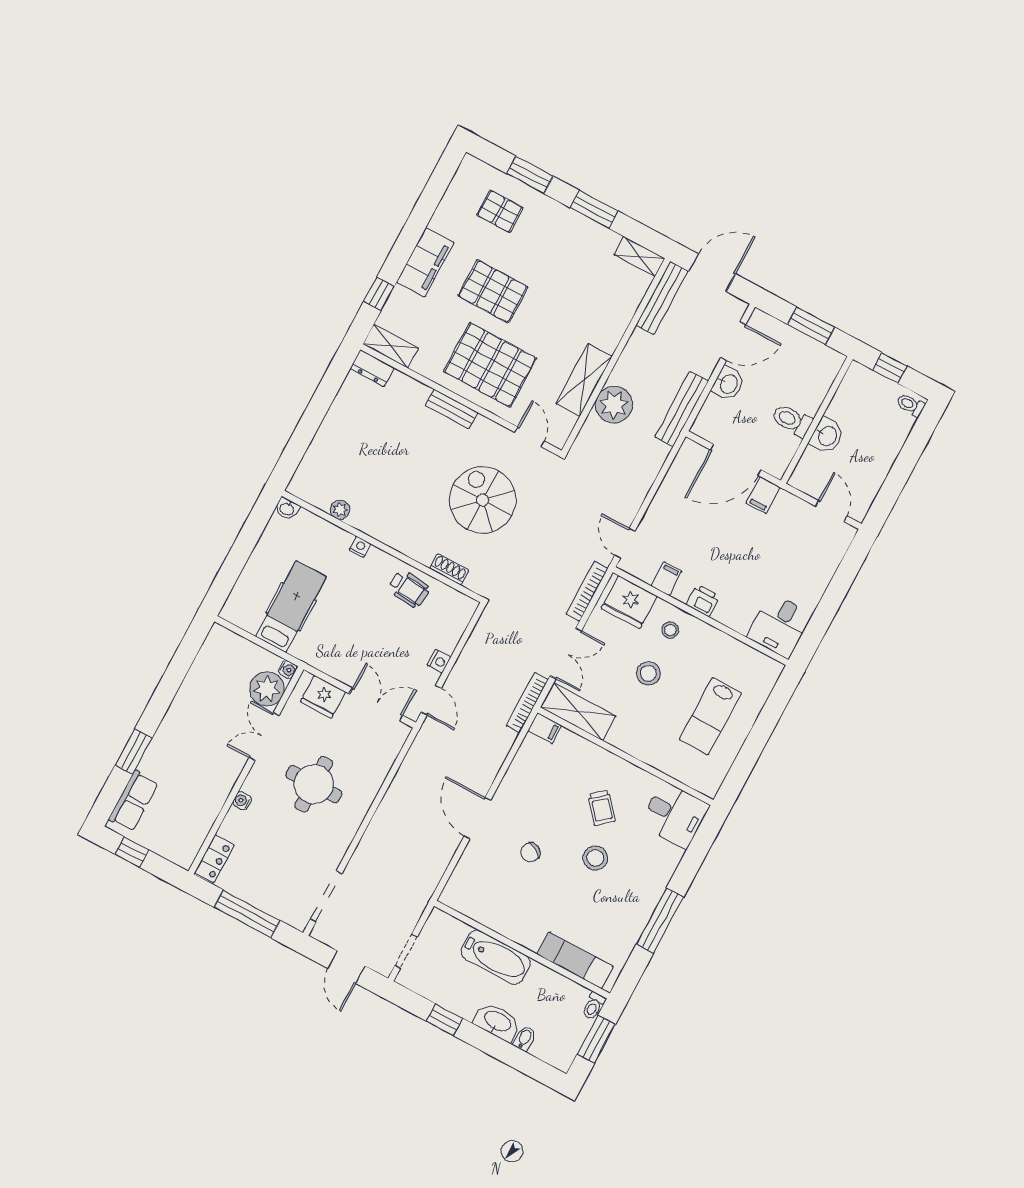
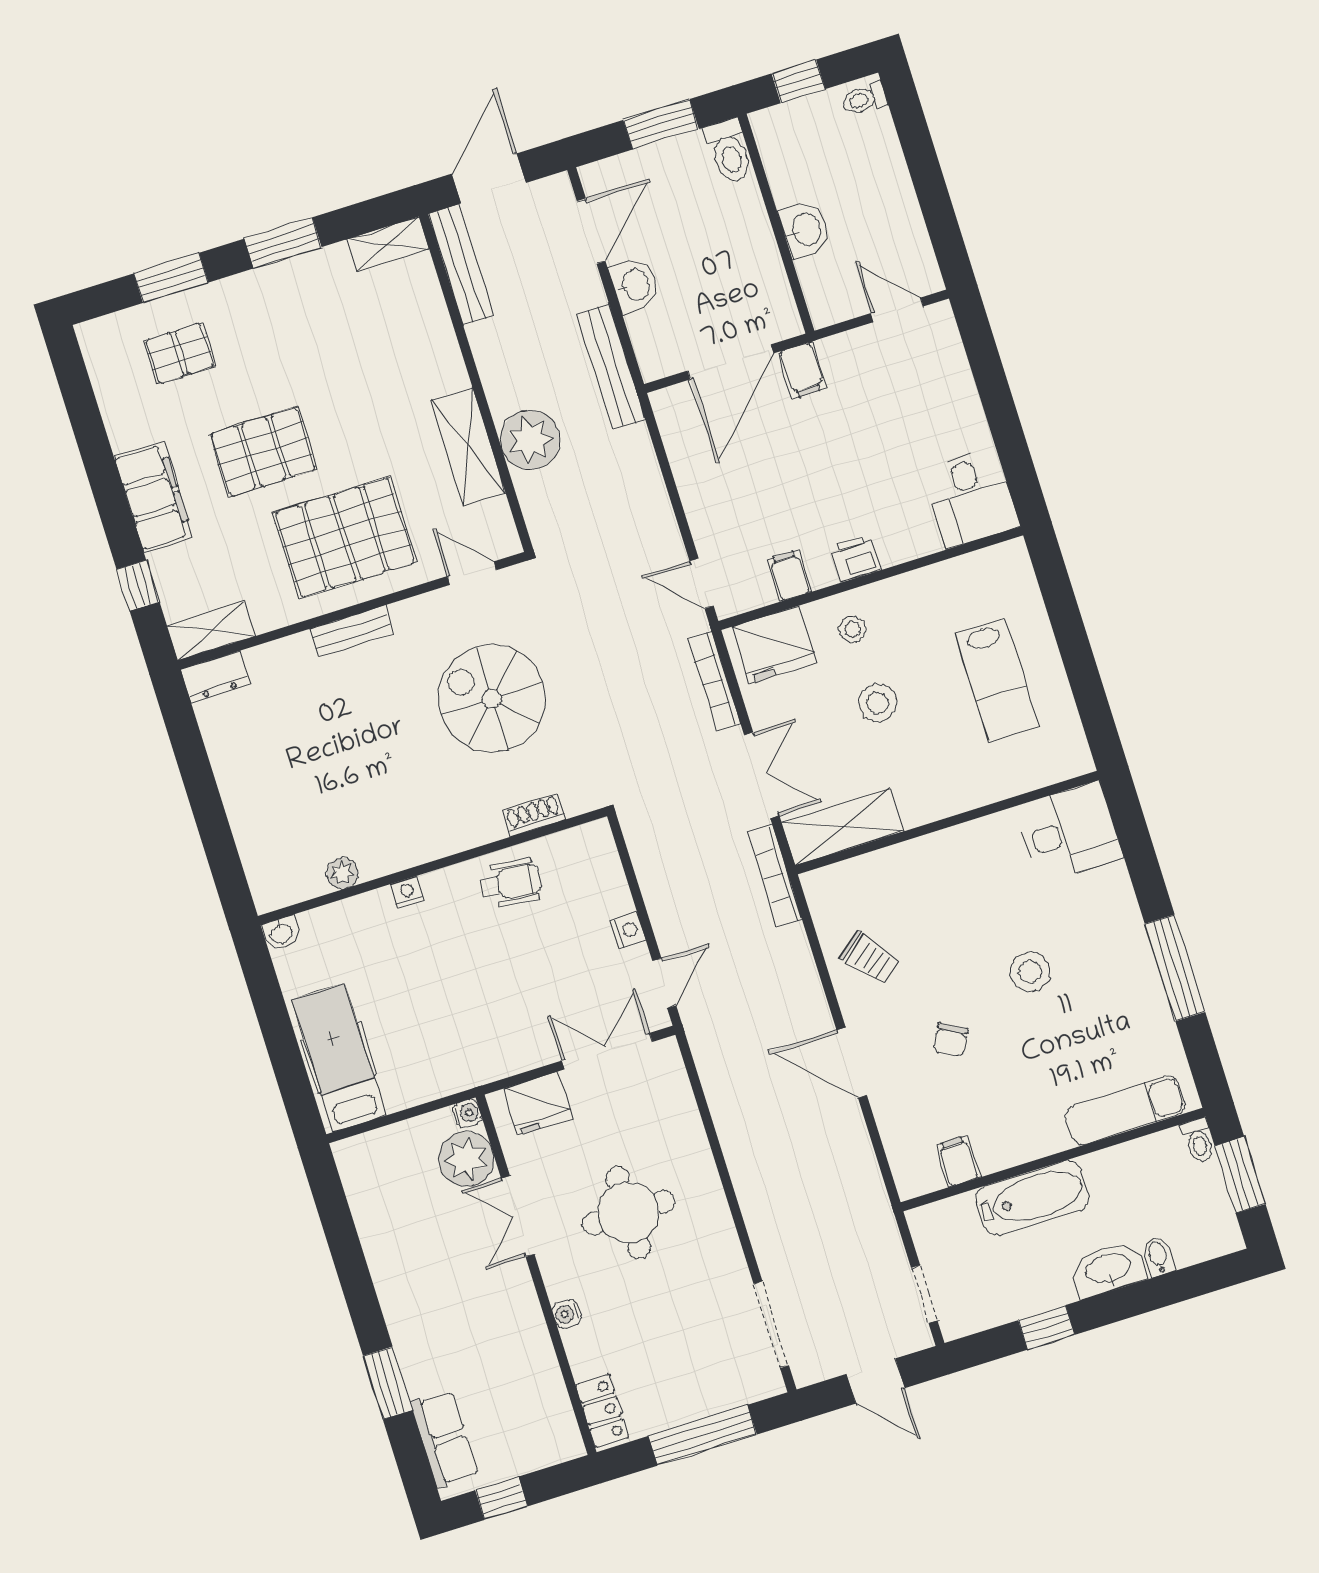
toilet: (792, 420) -> (729, 151), moved, turned -90
hospital bed: (291, 607) -> (339, 1058), moved
door: (431, 700) -> (664, 983), hinge flipped
filing cabinet: (545, 728) -> (958, 1161), moved, turned -90
trolley: (602, 808) -> (870, 959), moved

